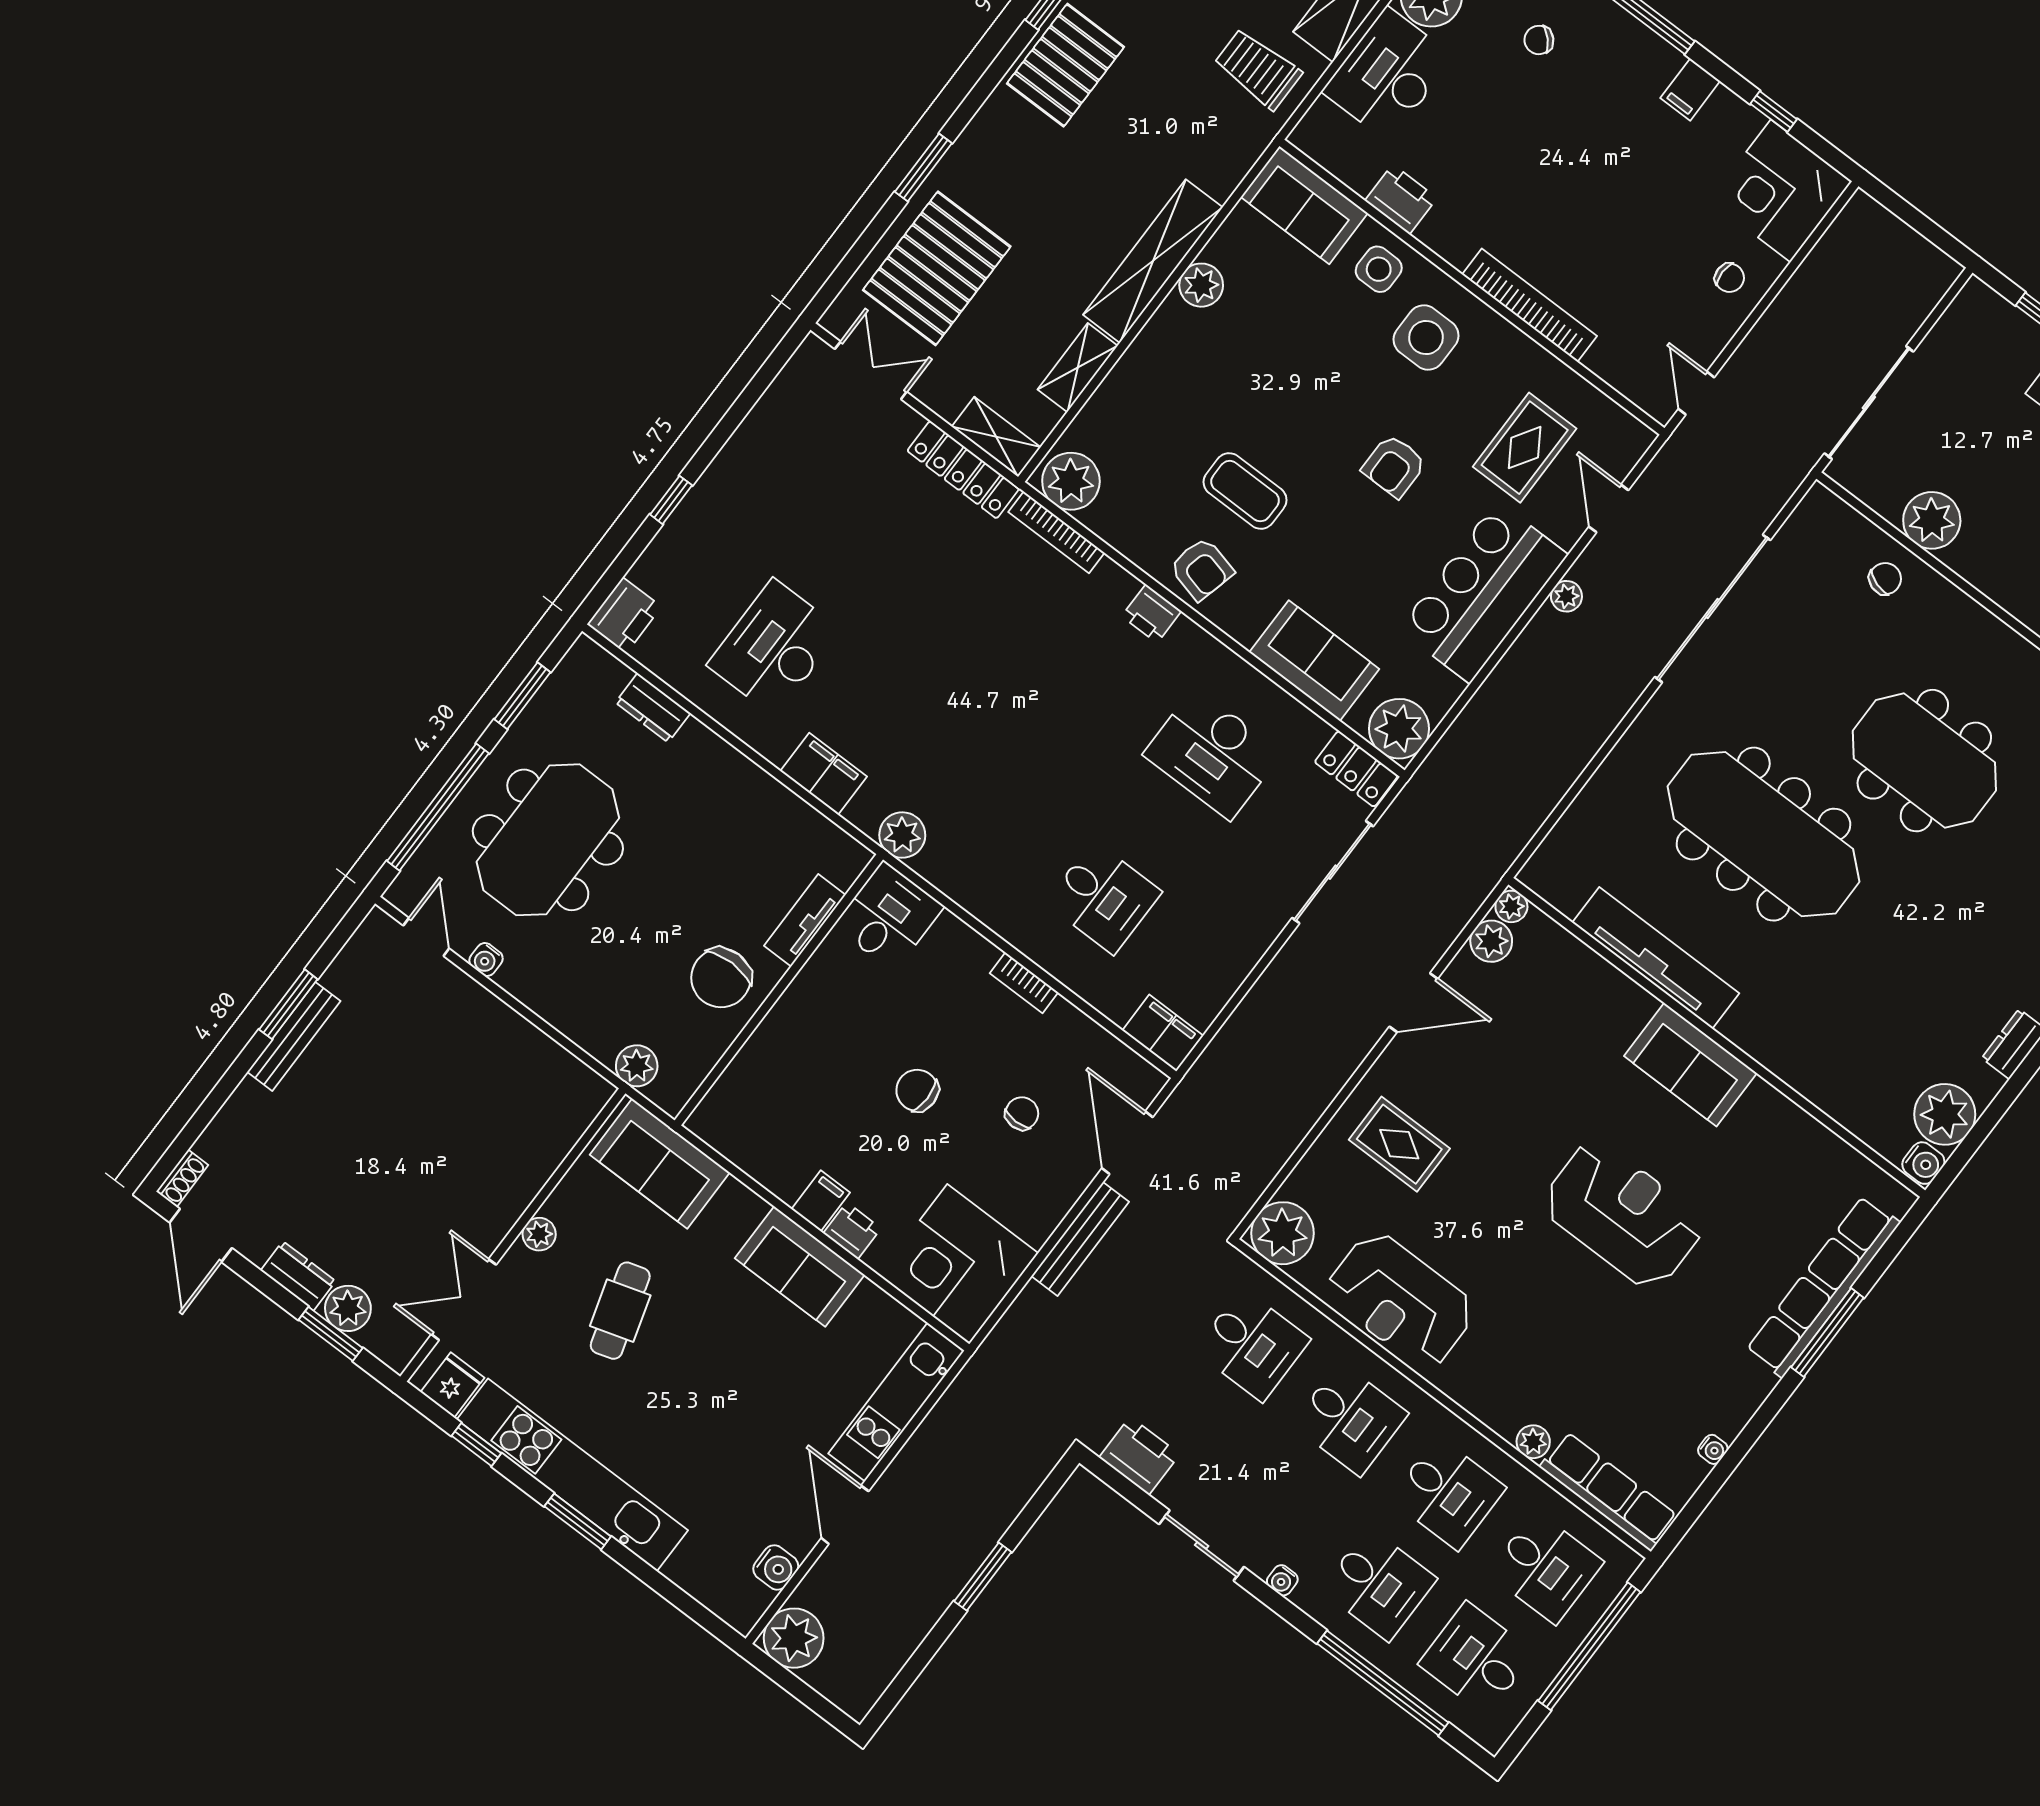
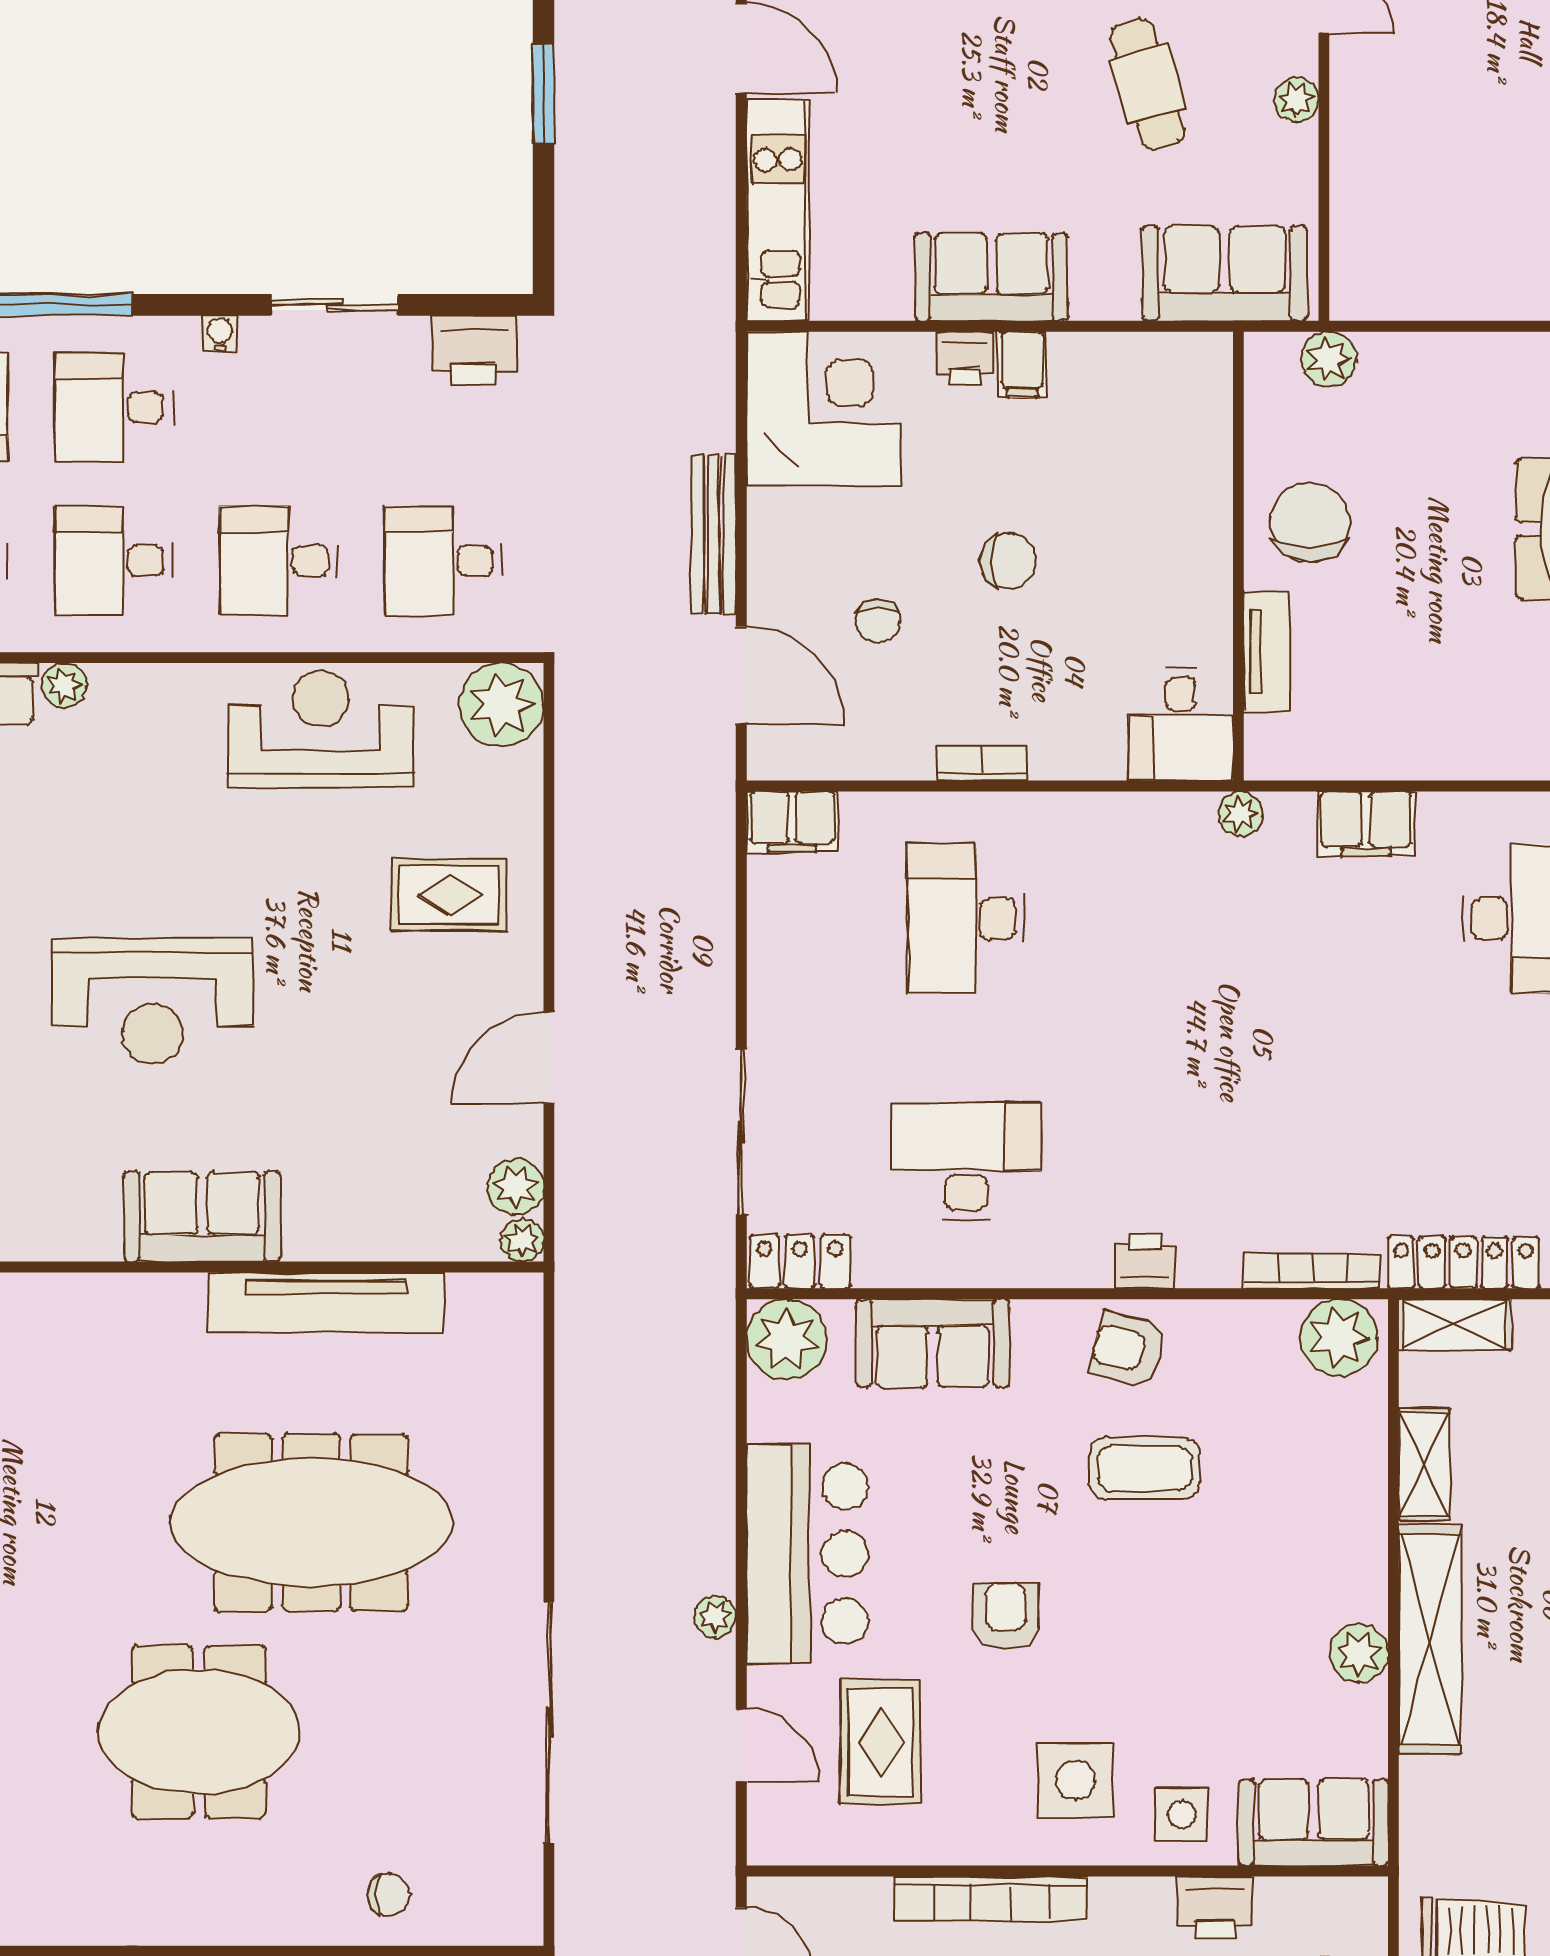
chair: (1885, 579) -> (388, 1895), turned -108
plant: (902, 835) -> (1240, 814), width x0.73, depth x0.73
desk: (1103, 897) -> (966, 919), width x1.37

